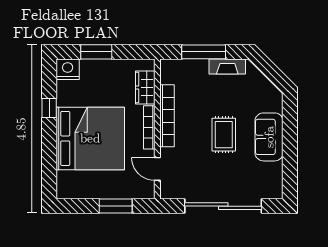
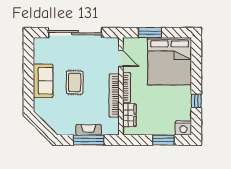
fireplace: (227, 67) -> (89, 130), moved
bed: (90, 138) -> (170, 61), moved, turned -90

